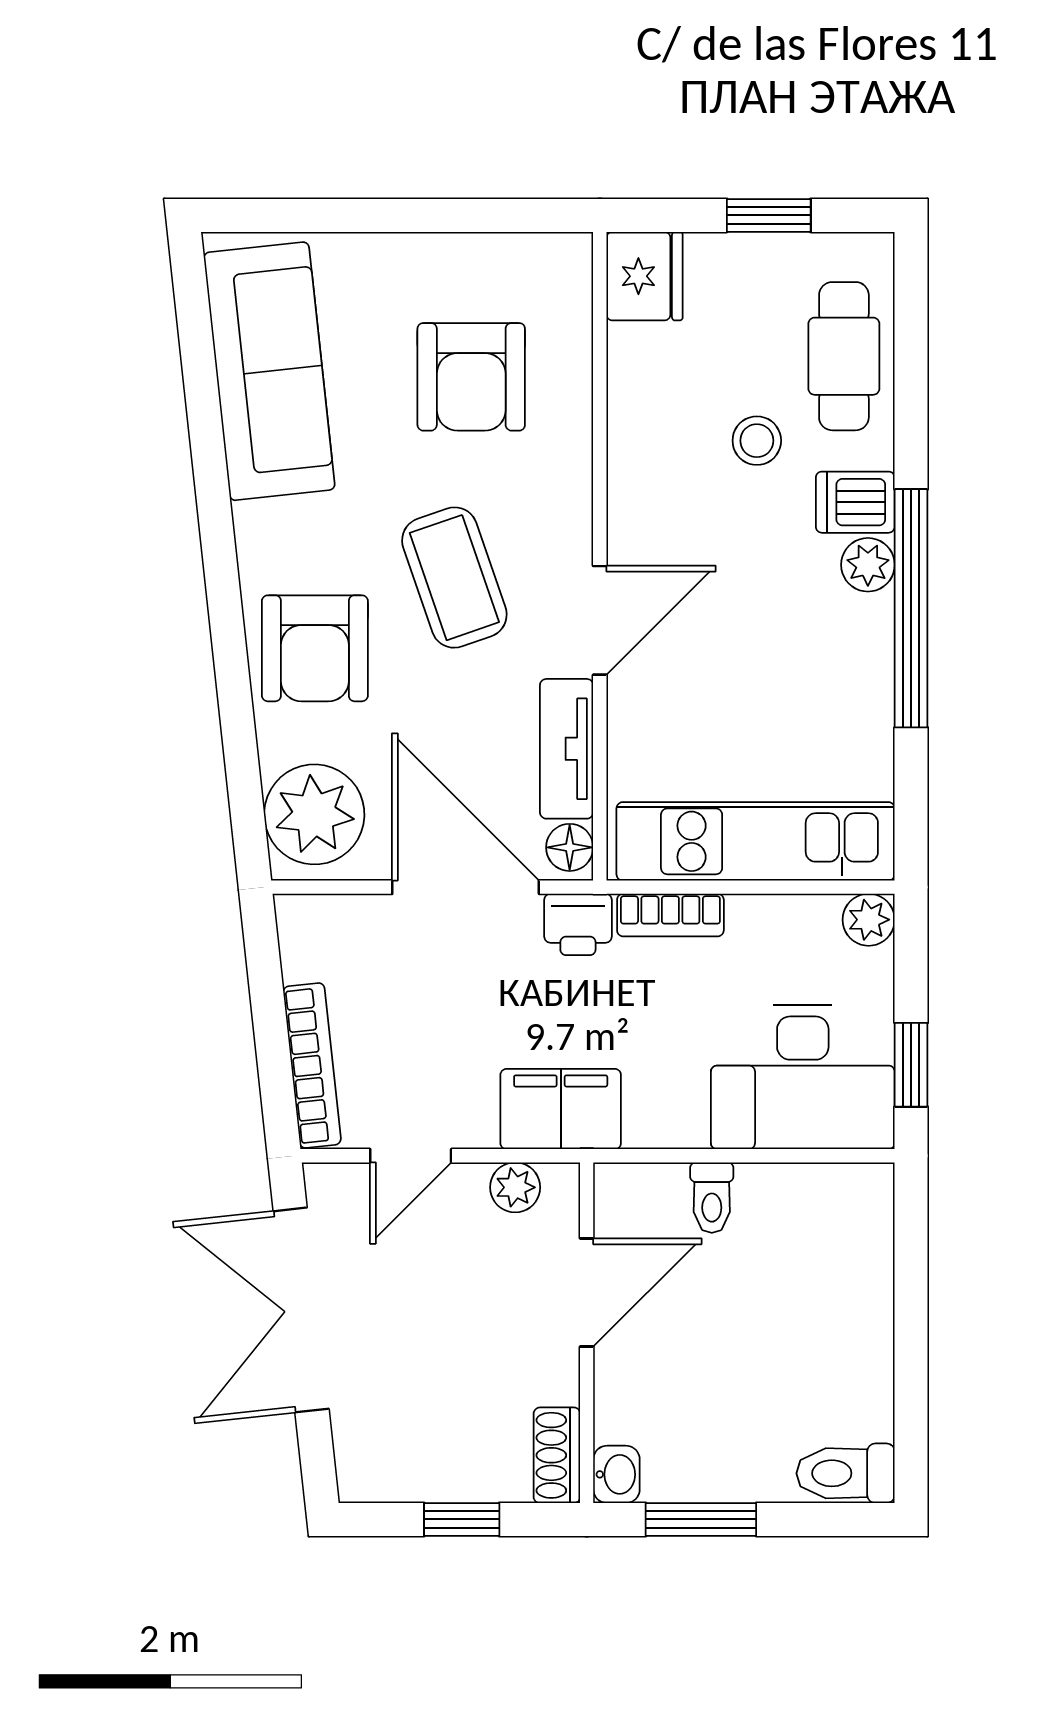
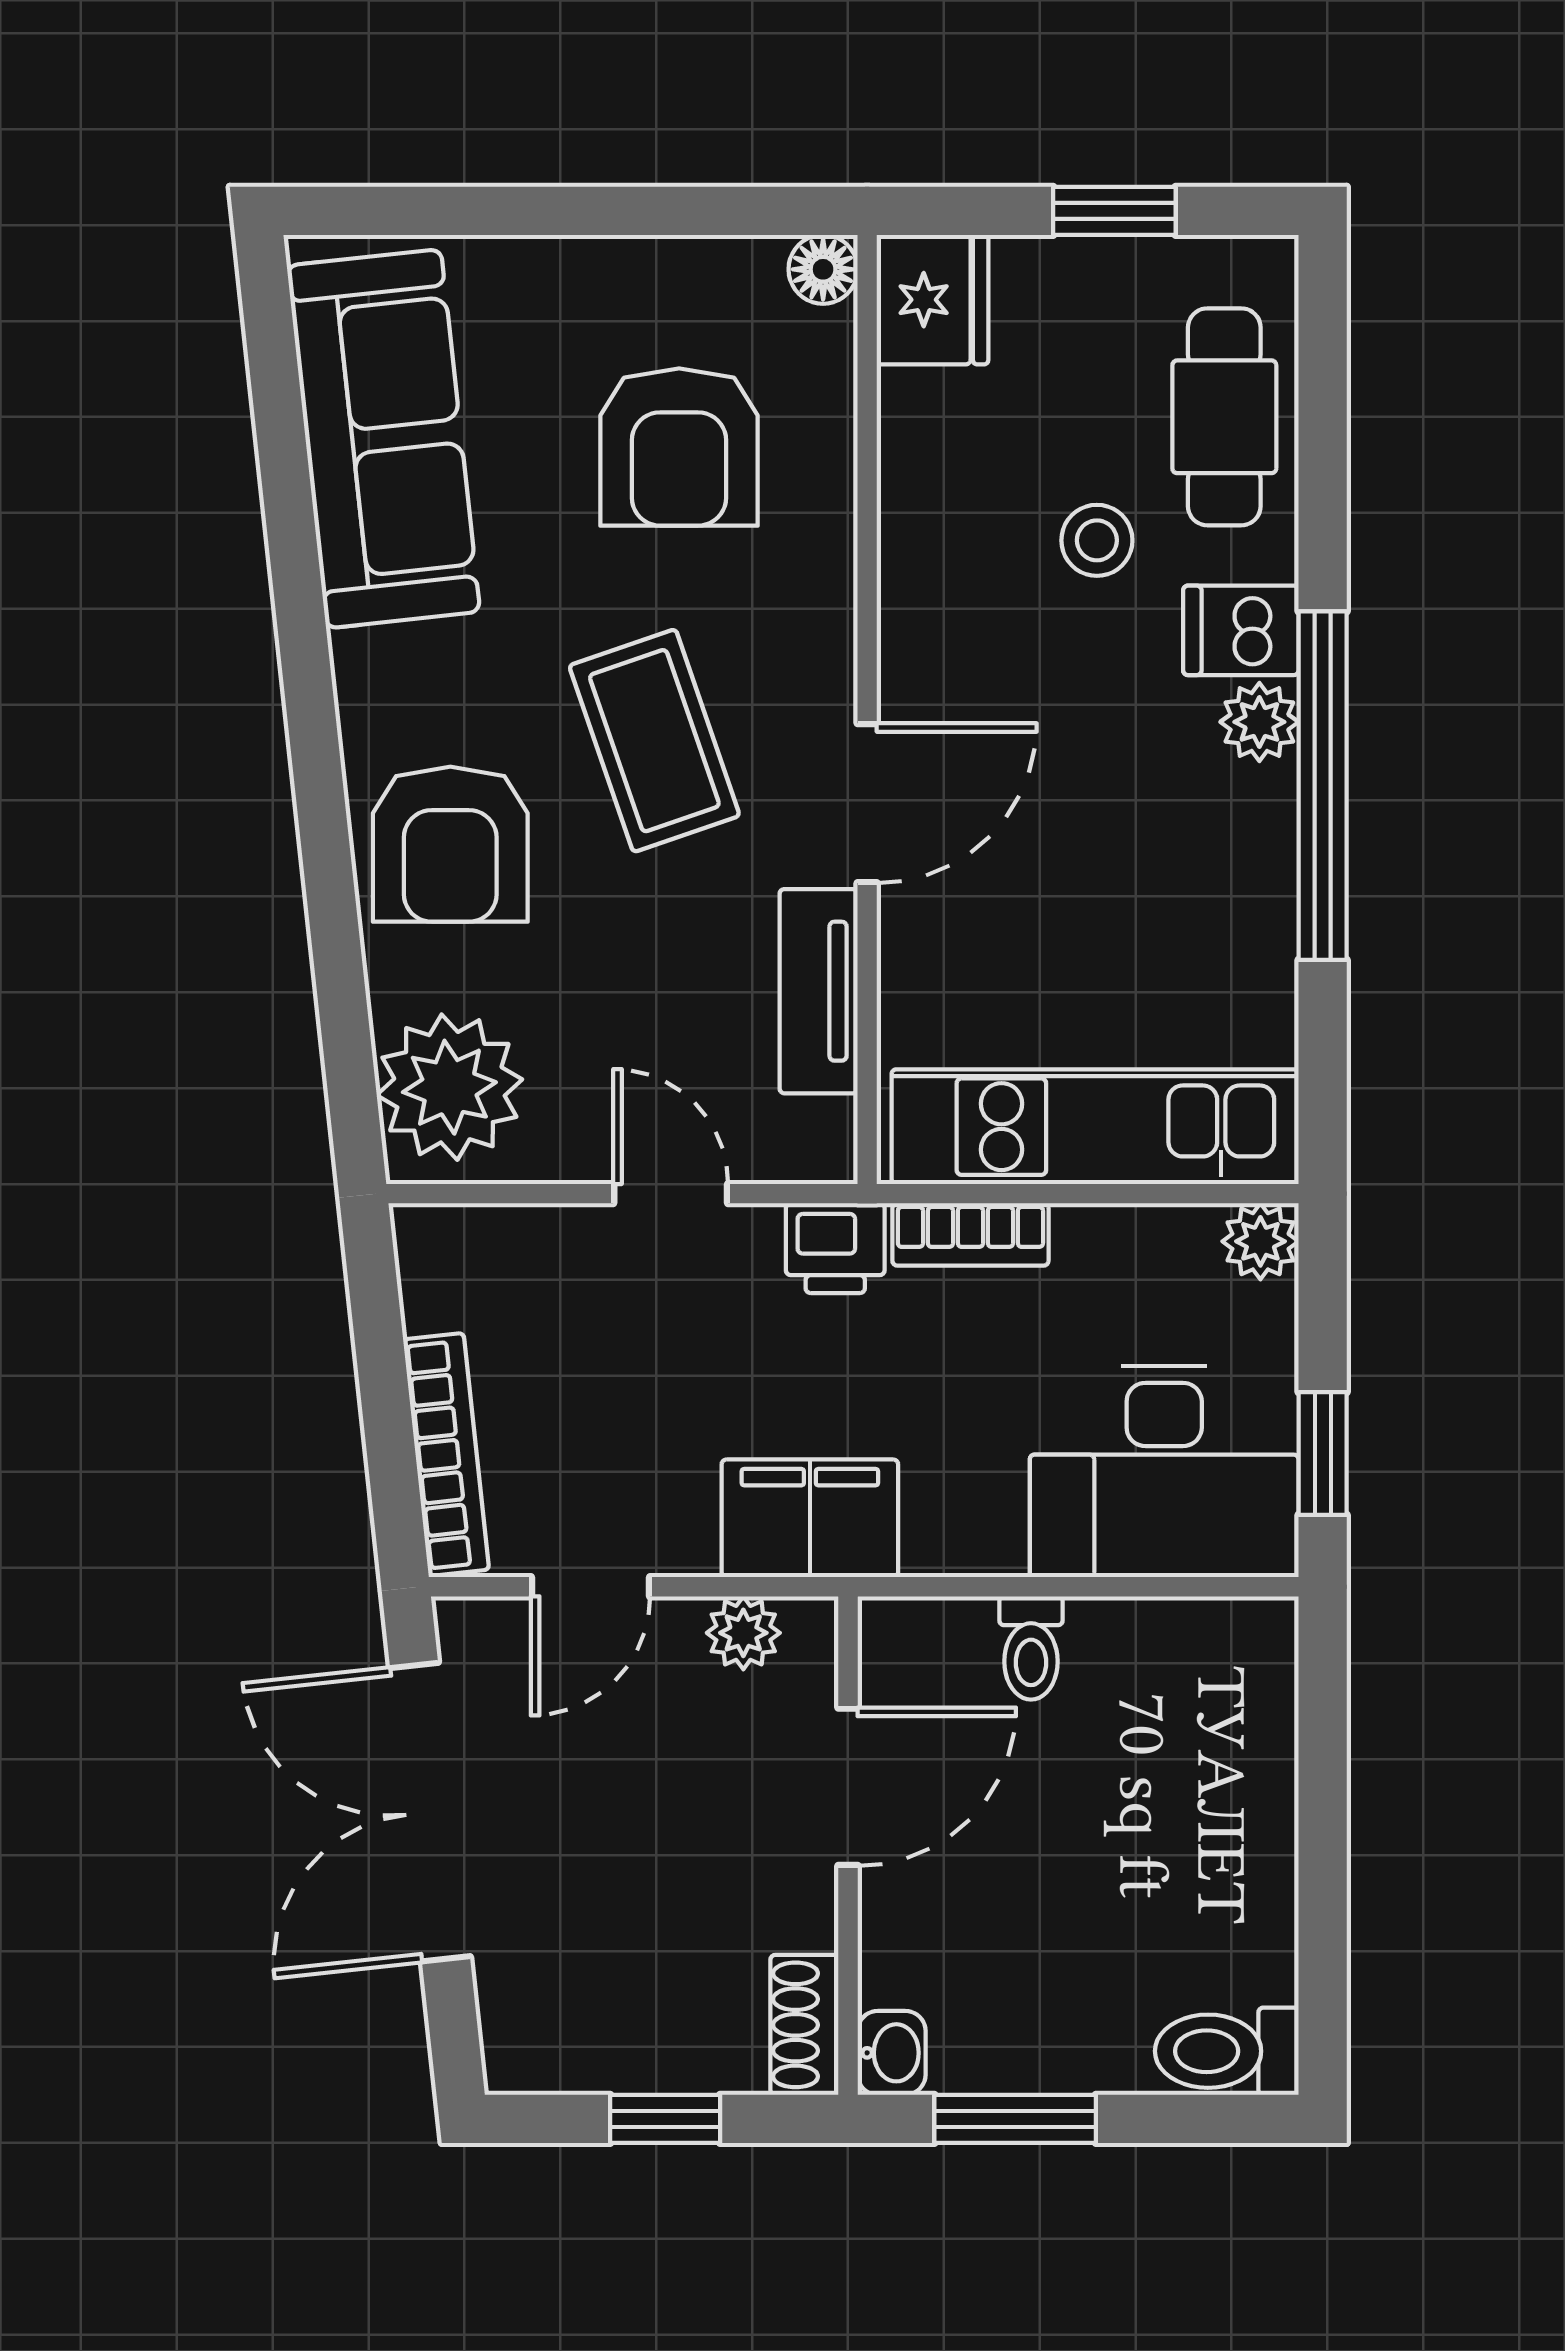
floor lamp: (570, 847) -> (823, 269), moved
door: (466, 887) -> (671, 1194), width x0.53

